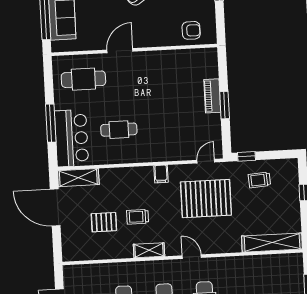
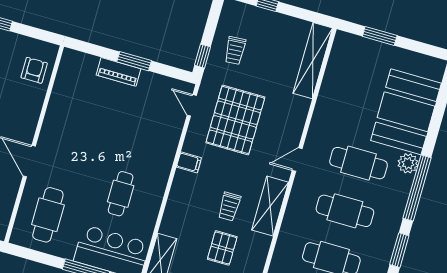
shelving: (149, 250) -> (270, 206), width x1.50, depth x1.33

